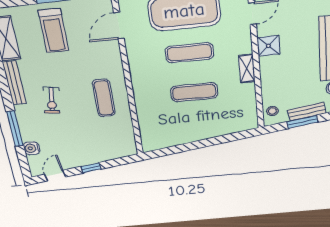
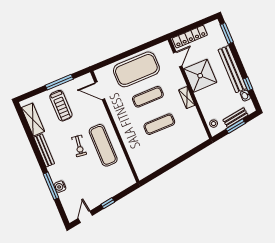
door: (119, 26) -> (100, 91), hinge flipped
shower: (268, 46) -> (200, 76), width x1.86, depth x1.86
exercise mat: (104, 98) -> (103, 145), width x1.36, depth x1.45
exercise bike: (52, 100) -> (79, 146), moved
water cooler: (32, 148) -> (60, 187), moved

